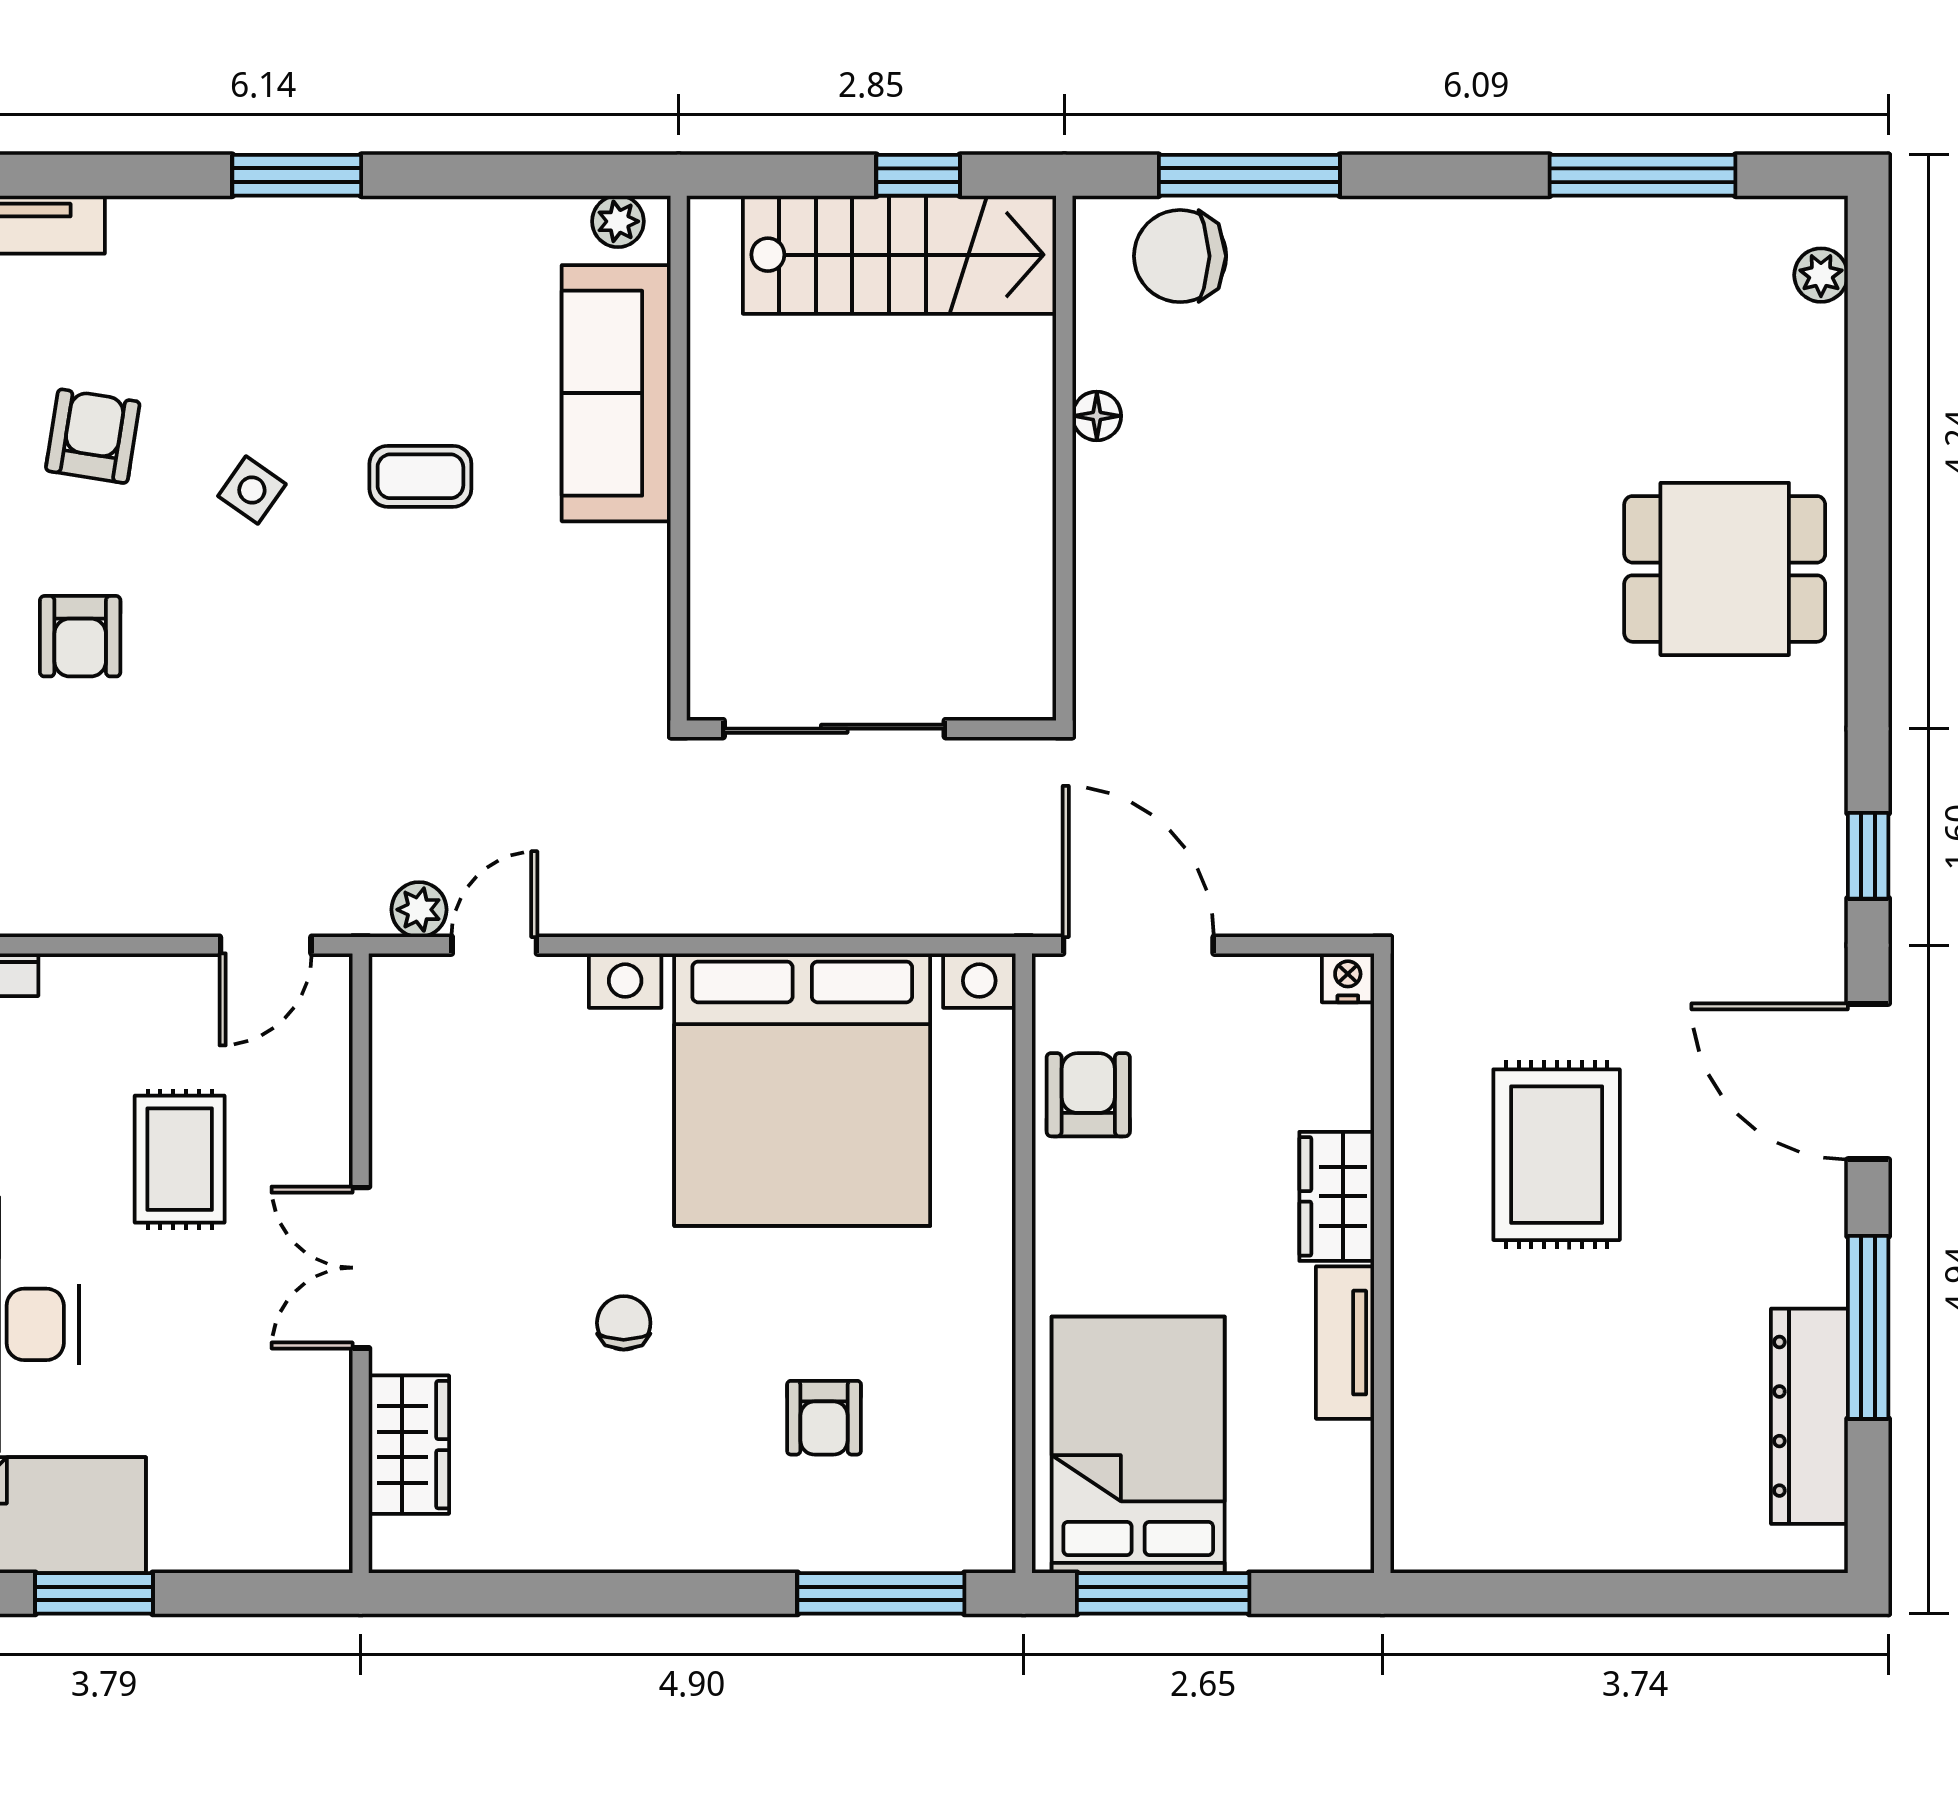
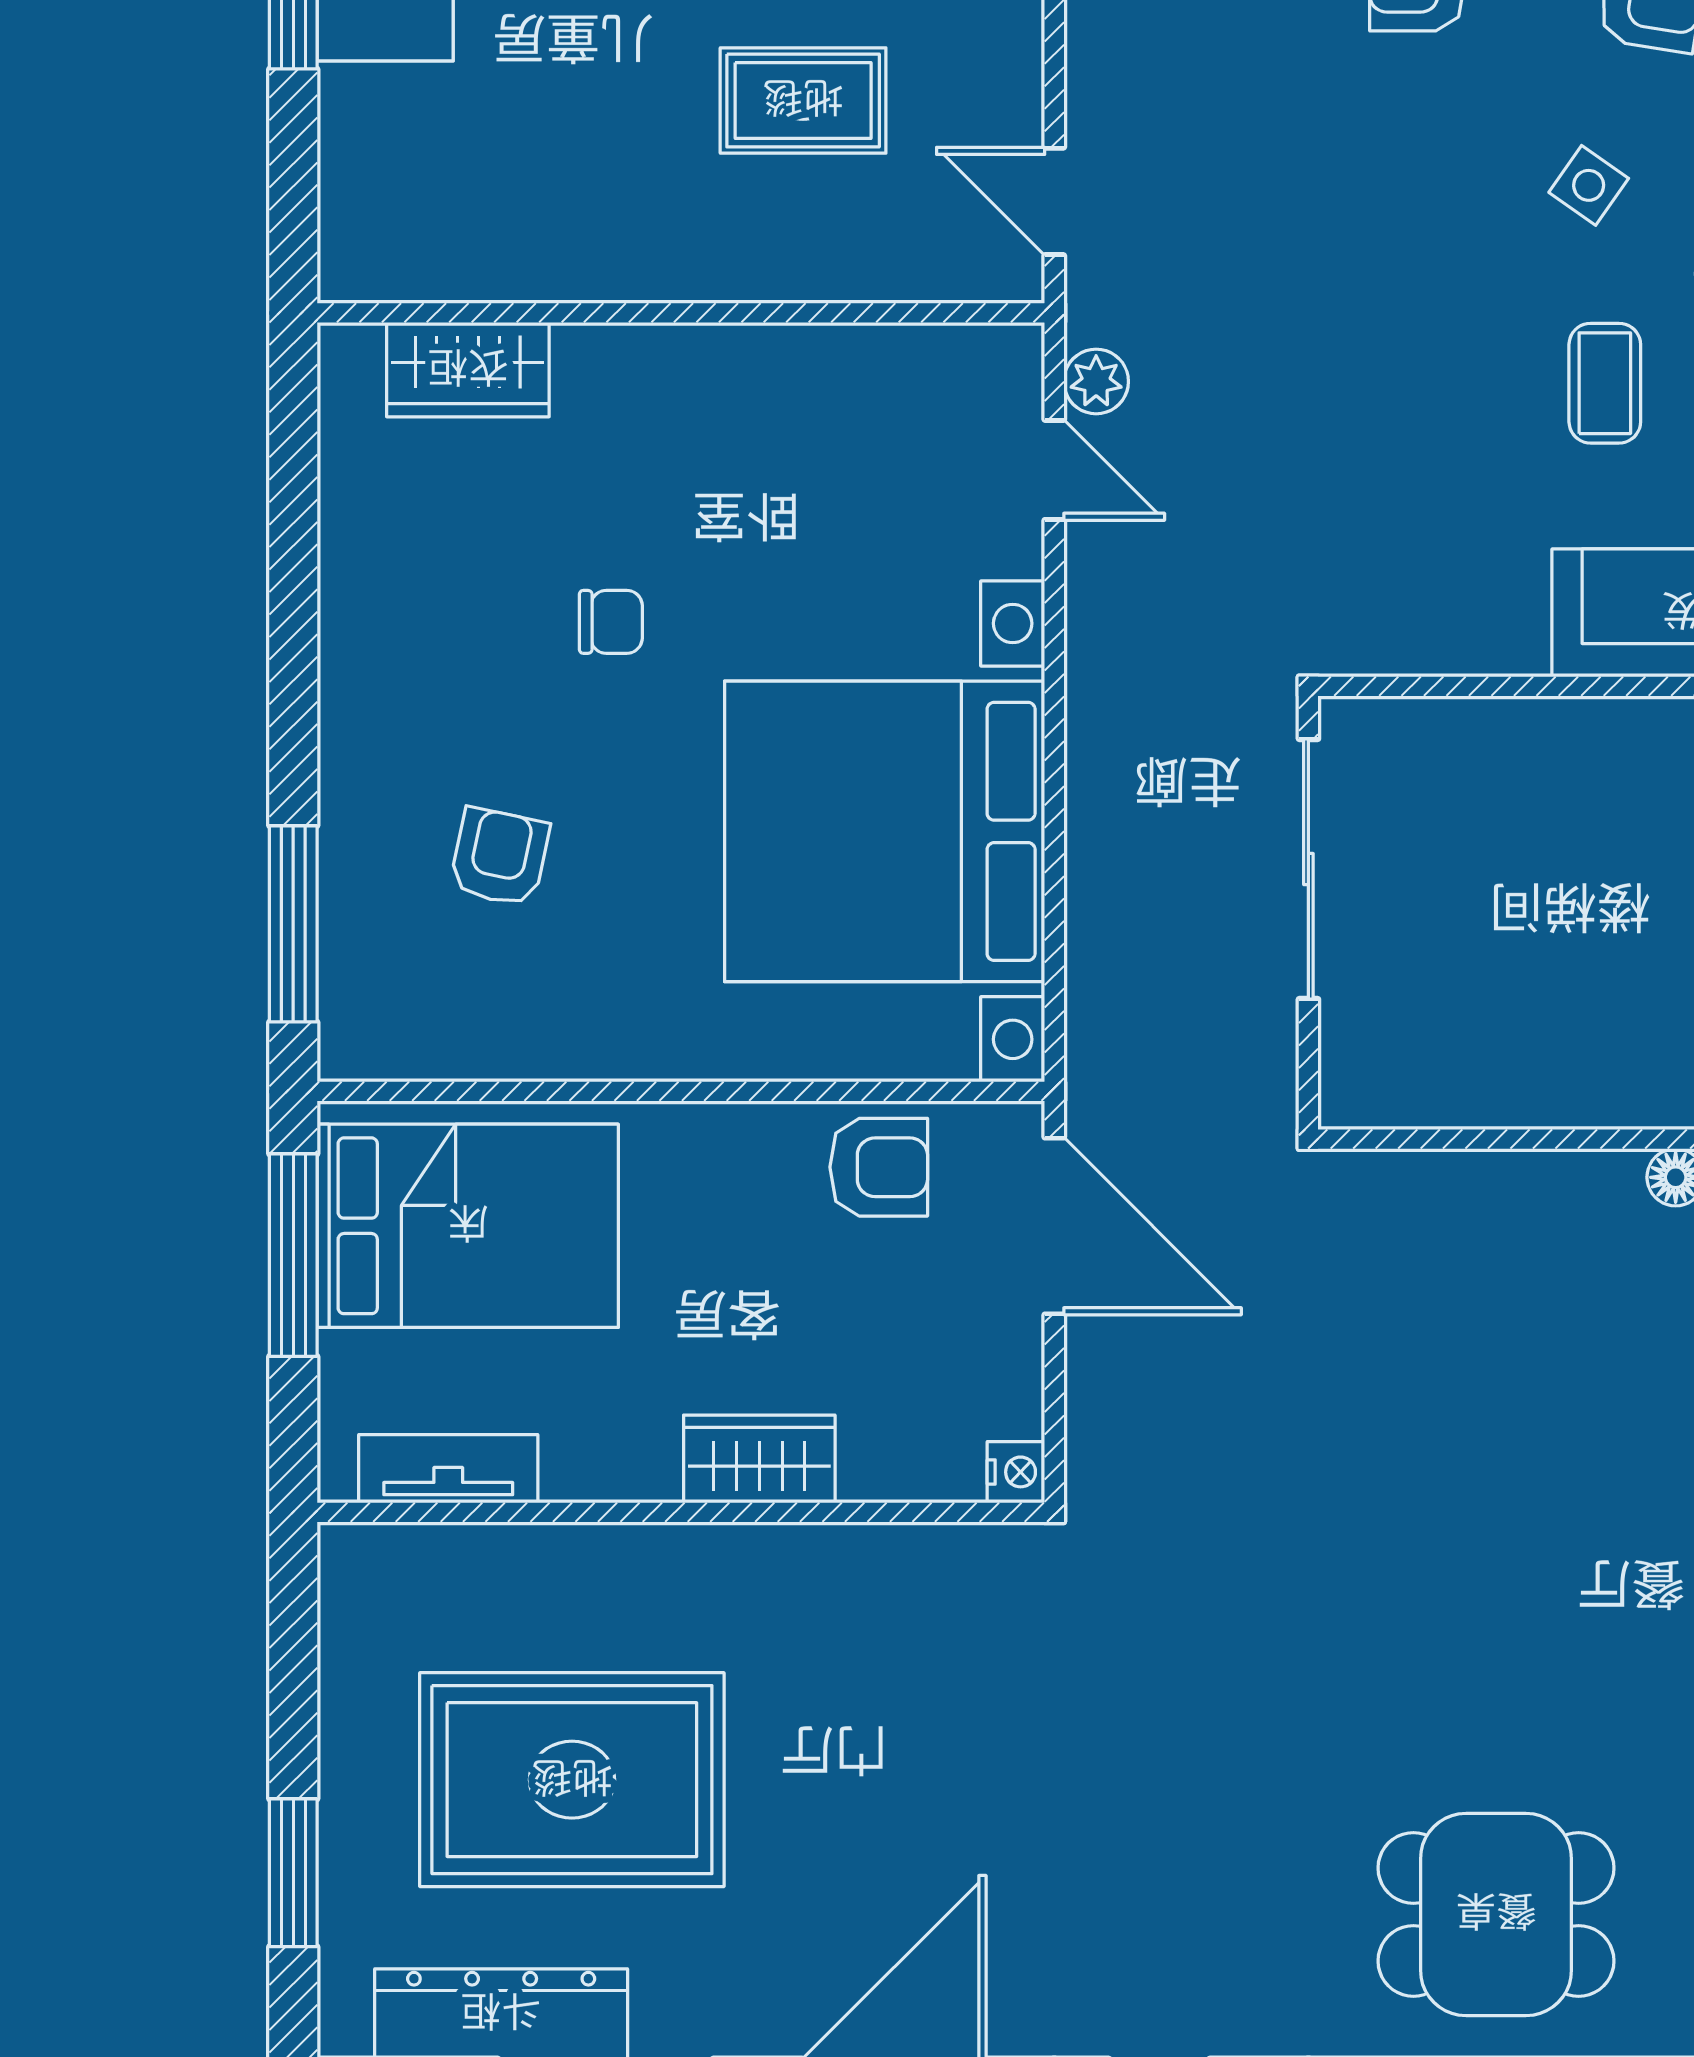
dining table: (1725, 569) -> (1496, 1914), turned 90
door: (1138, 945) -> (1054, 1226), hinge flipped
rug: (1557, 1155) -> (572, 1780), moved, width x1.37, depth x1.44
double door: (361, 1268) -> (676, 313), removed
tv unit: (1345, 1343) -> (448, 1469), moved
armchair: (824, 1418) -> (499, 857), turned 102
window: (1689, 1593) -> (293, 1873), added

